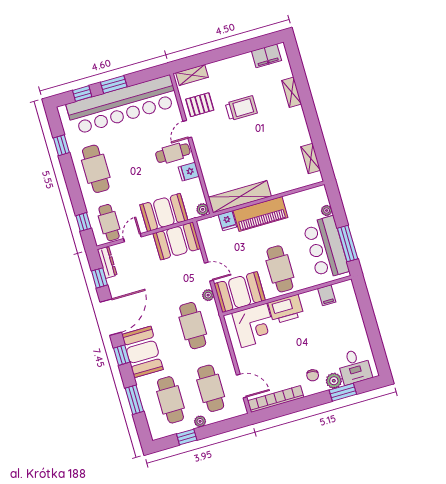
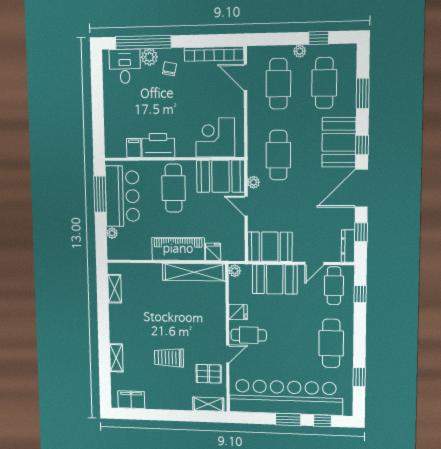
printer: (286, 309) -> (158, 145), moved
window: (343, 392) -> (143, 42), width x2.11

